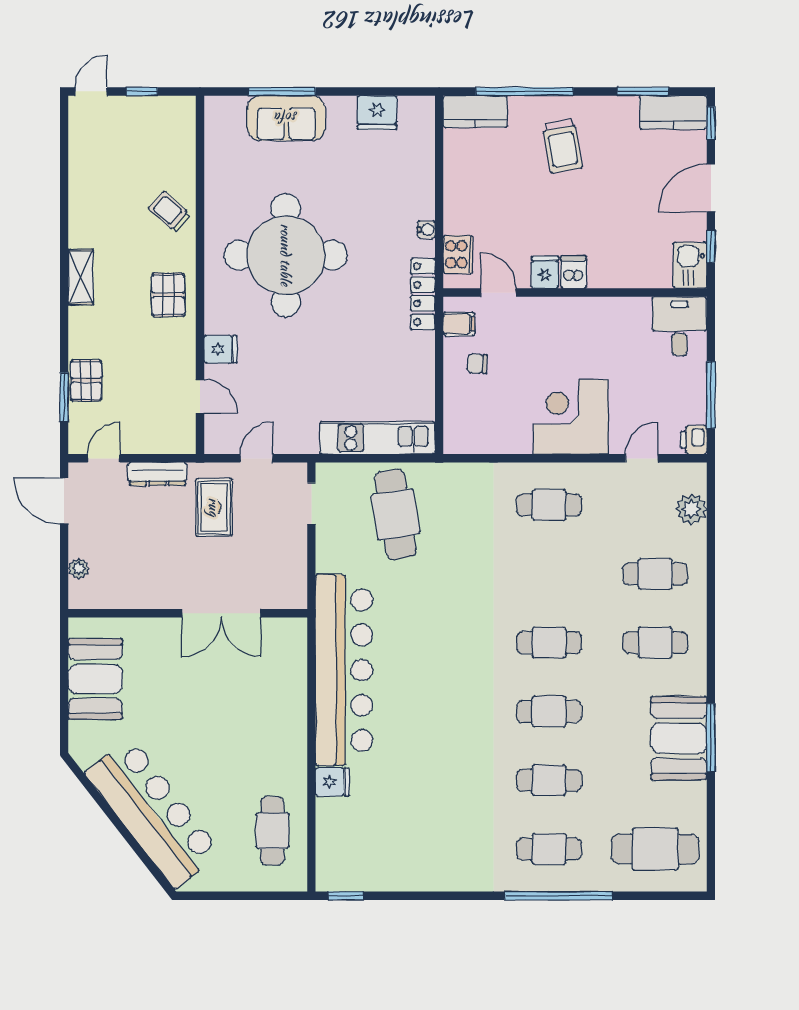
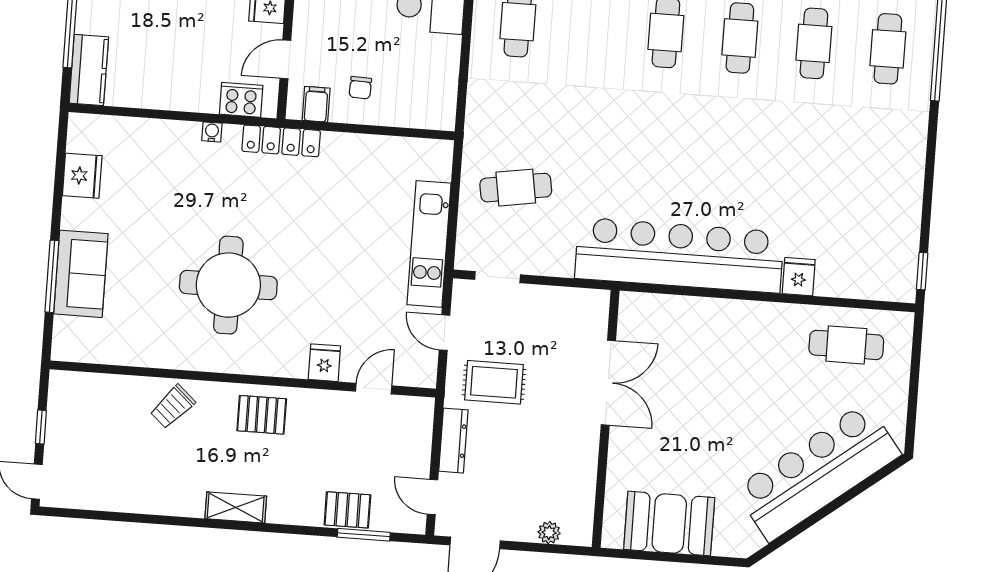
round table: (286, 255) -> (228, 285), width x0.73, depth x0.73
kitchen unit: (377, 438) -> (429, 244), moved
cafe table: (395, 514) -> (516, 188), width x0.73, depth x0.74

